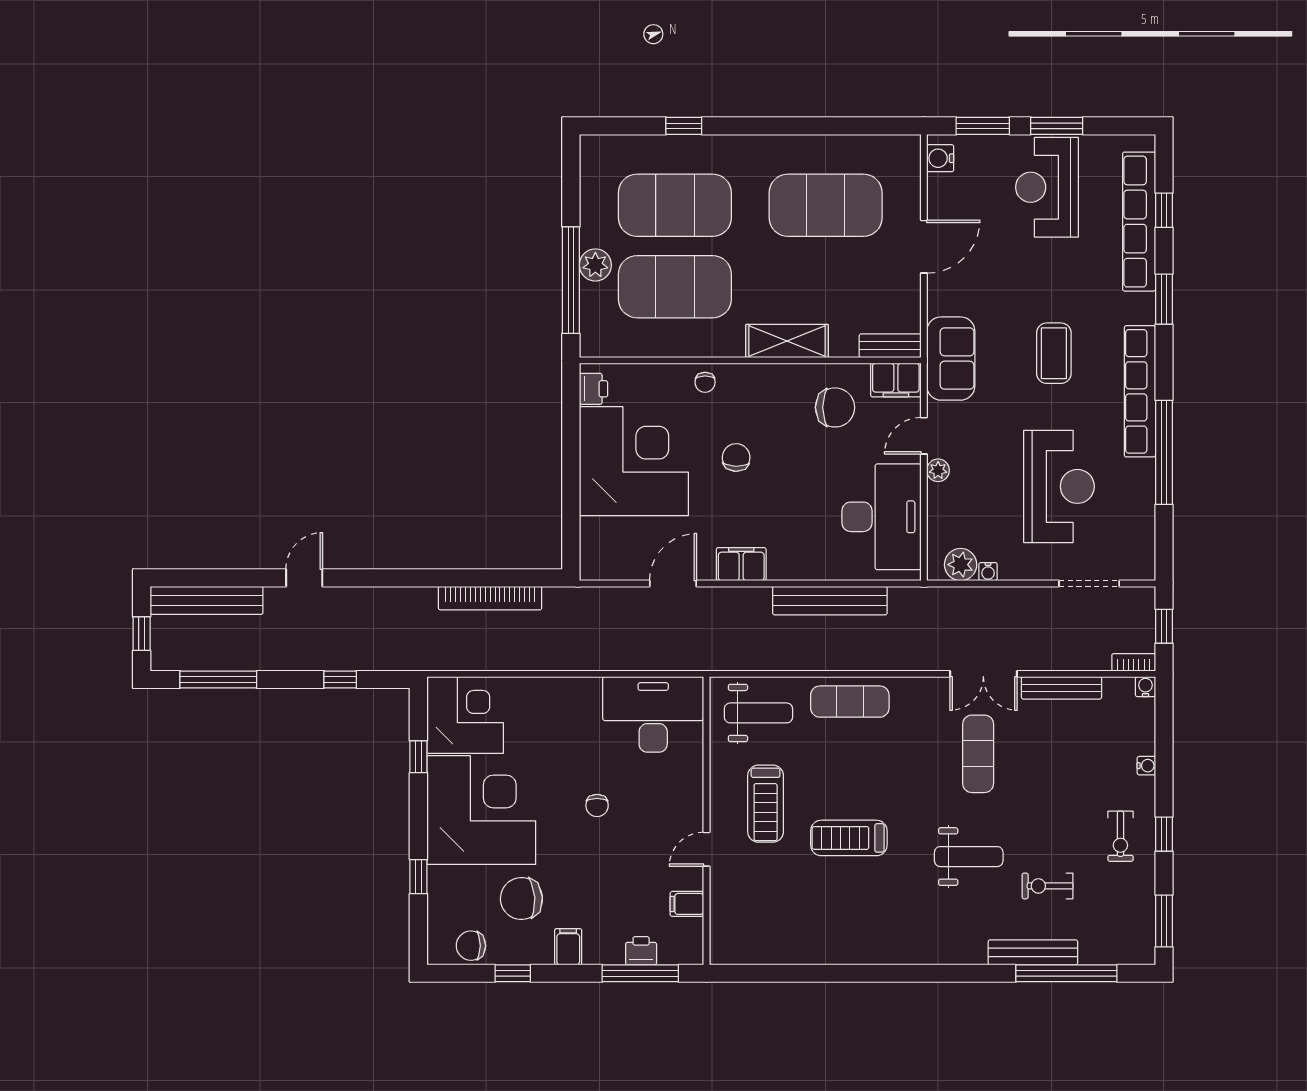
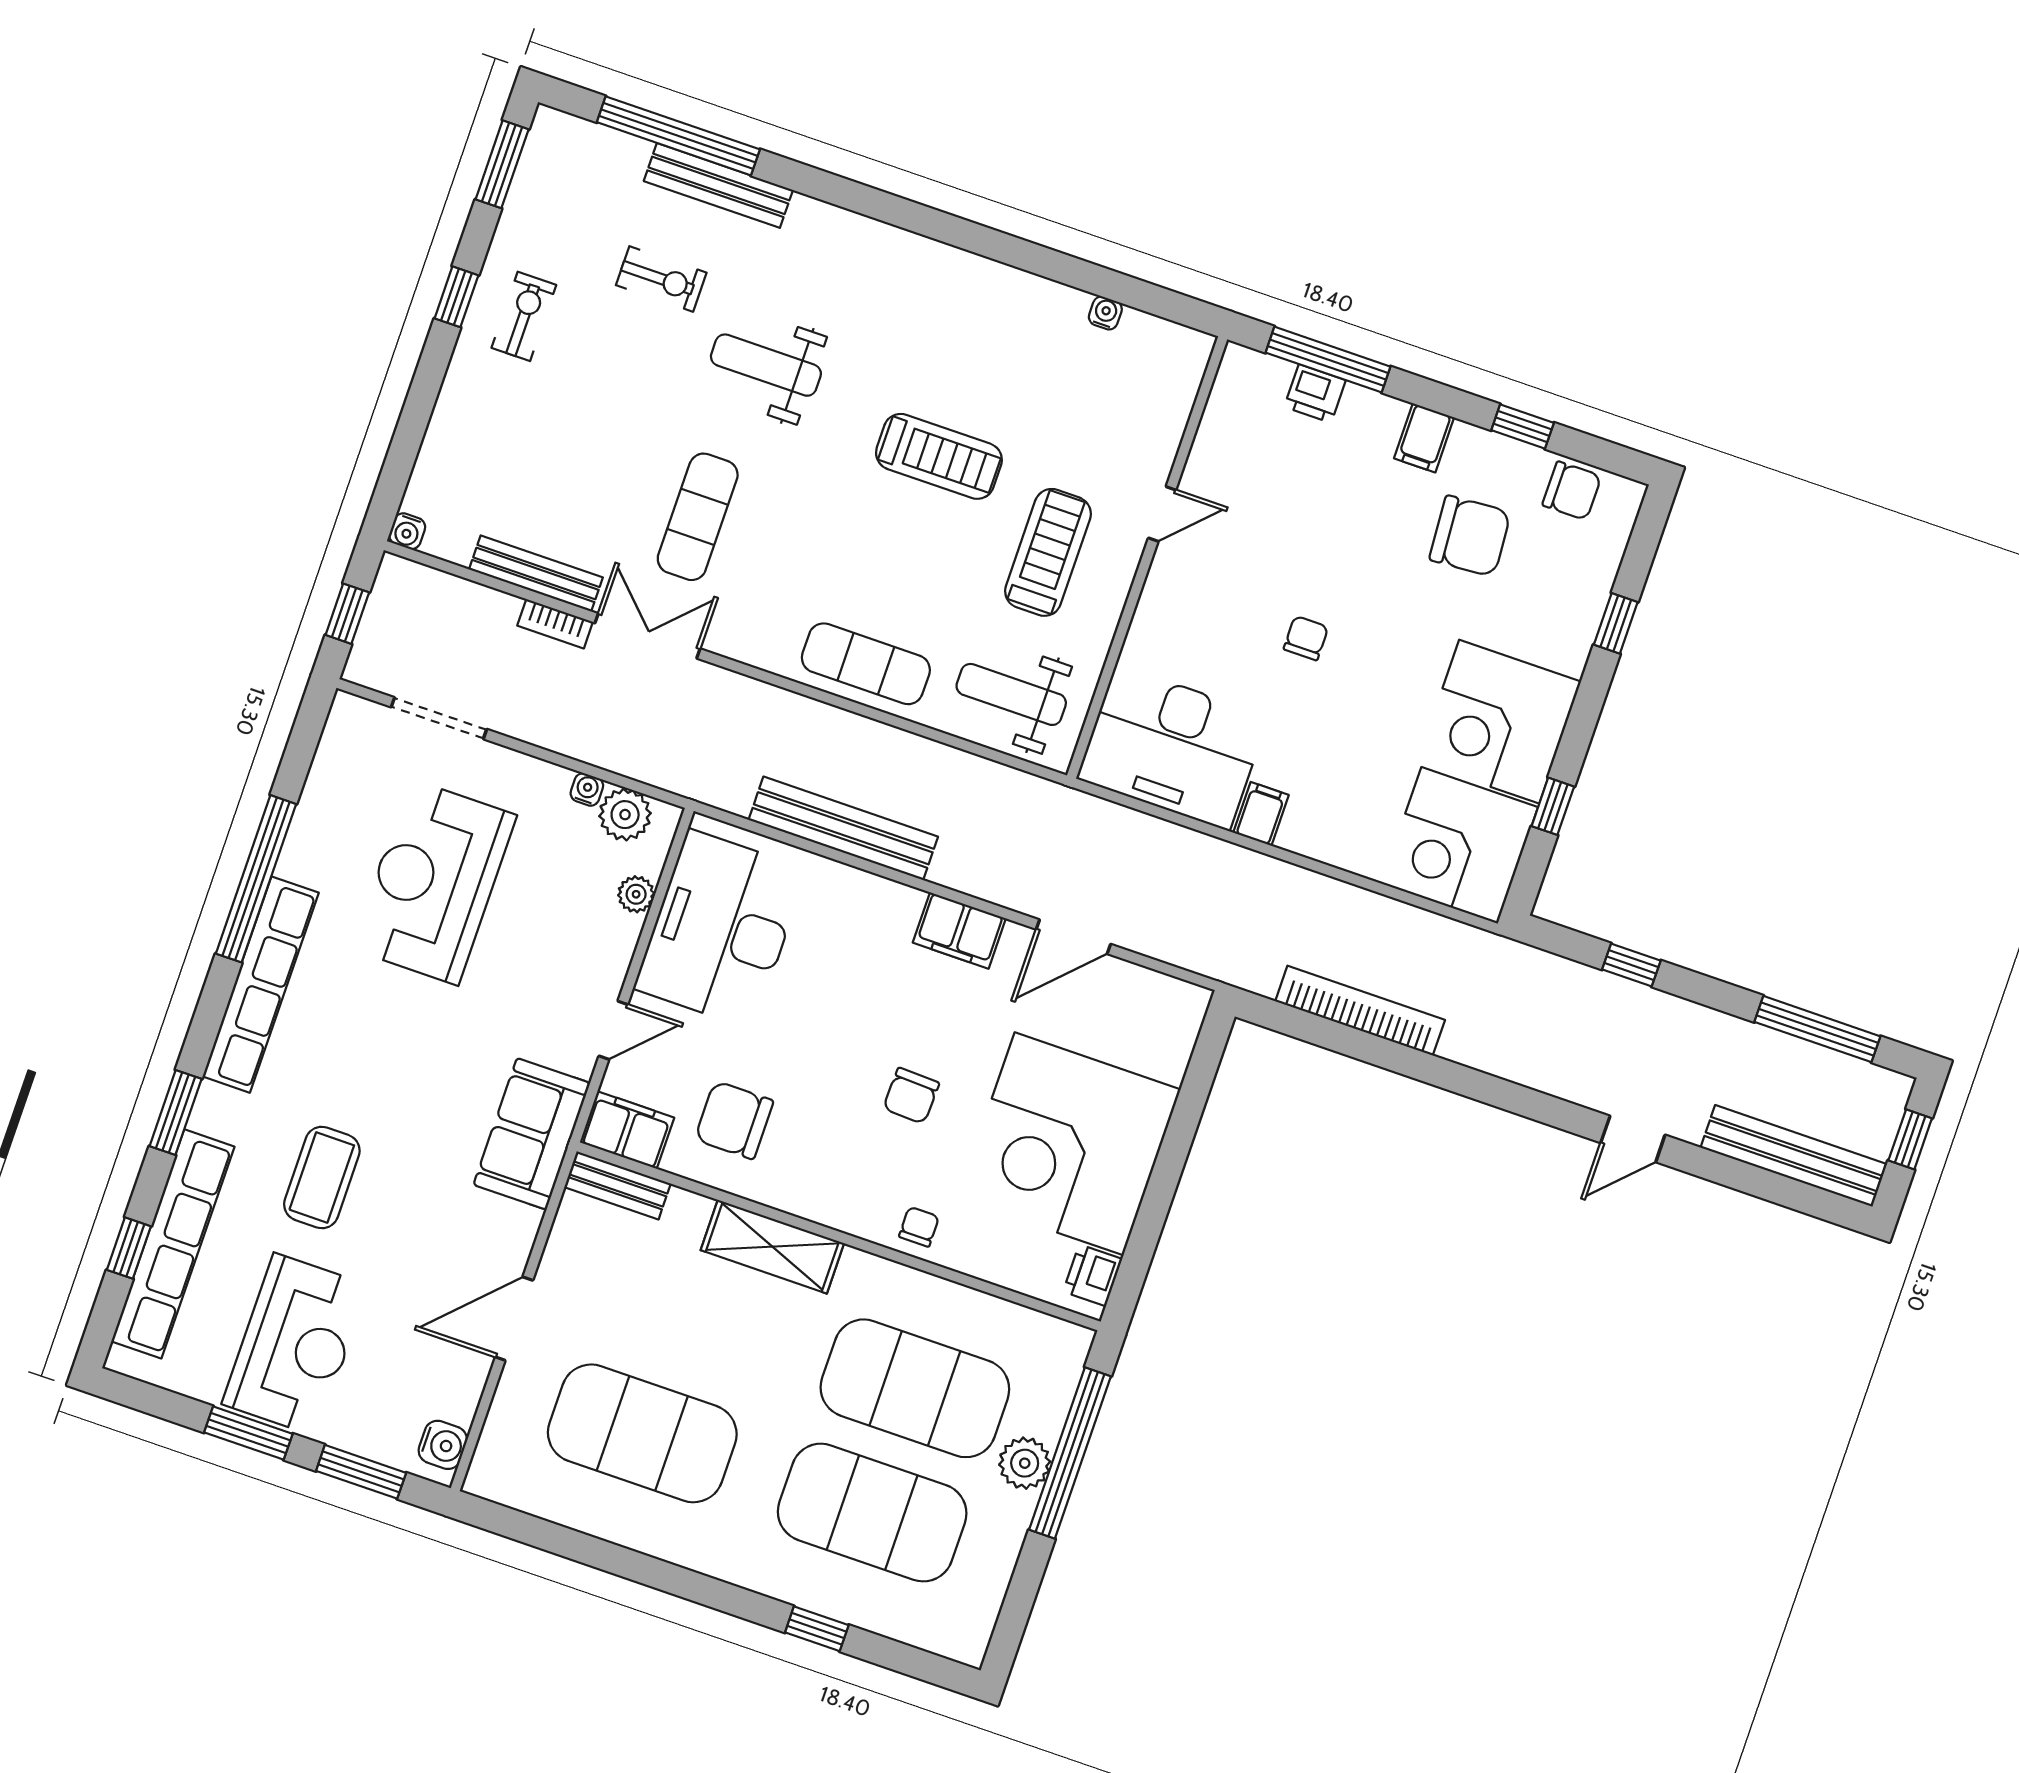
coffee table: (1054, 353) -> (322, 1177), moved
plant: (938, 470) -> (636, 894), moved
bookcase: (1134, 662) -> (555, 624), moved
water cooler: (1146, 766) -> (1105, 313), moved, turned 90
corner desk: (481, 810) -> (1499, 722), width x0.74, depth x0.74
filing cabinet: (687, 904) -> (1261, 814), moved, turned -90

